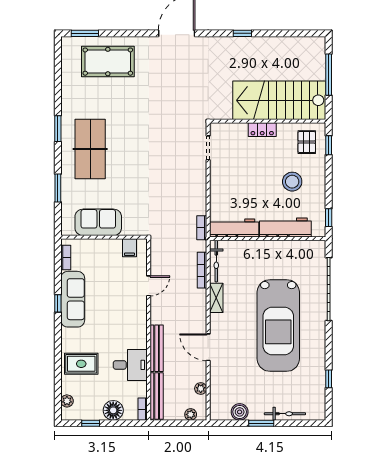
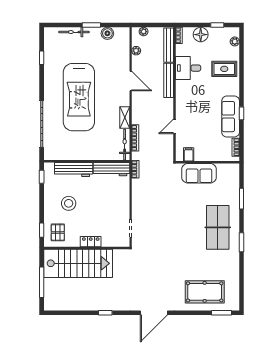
sofa: (98, 222) -> (199, 173), moved
car: (278, 325) -> (79, 97), turned 180

